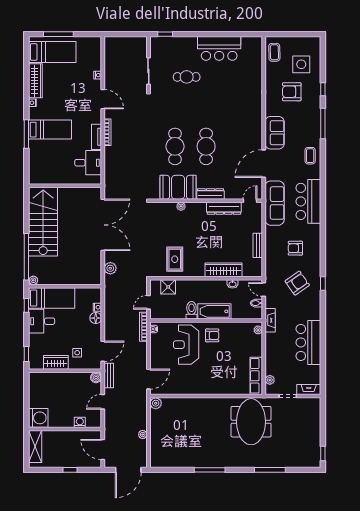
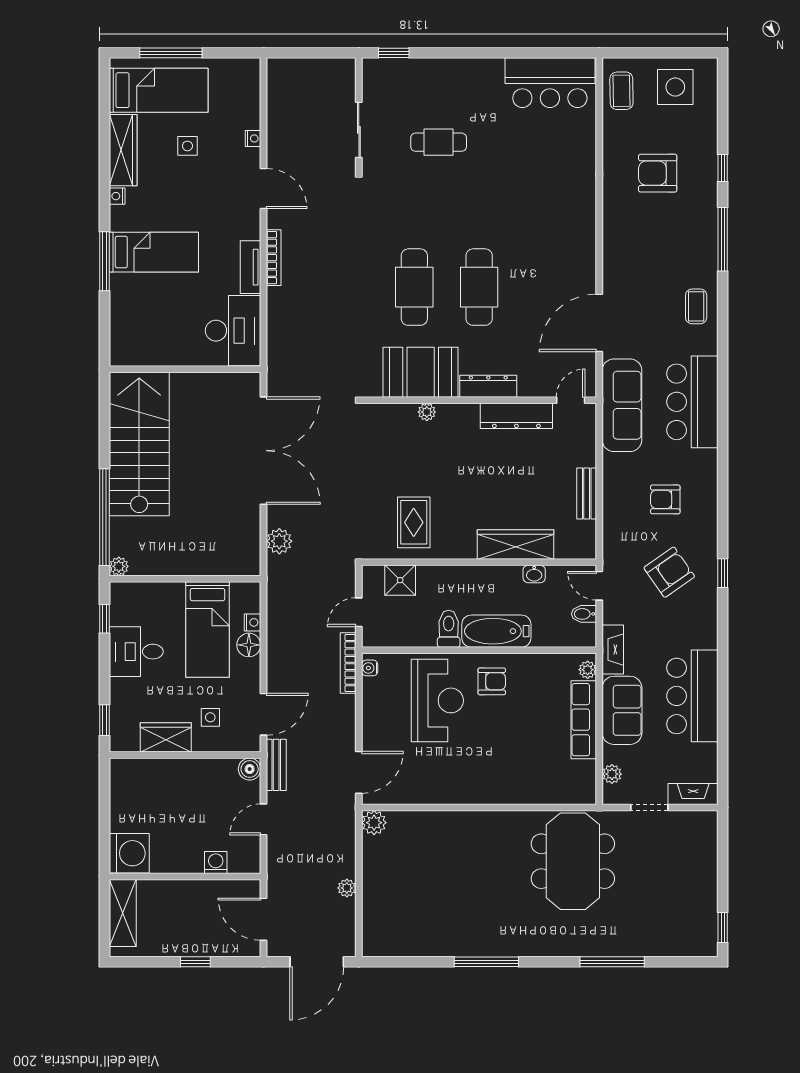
bar counter: (219, 48) -> (550, 83), moved
side table: (301, 64) -> (675, 87), moved
side table: (66, 79) -> (187, 146), added
sofa: (275, 133) -> (622, 710), moved
desk: (88, 163) -> (233, 331), width x1.37
bed: (52, 298) -> (207, 630), moved, turned 90
reception desk: (186, 345) -> (437, 700), turned 180
row of seats: (256, 376) -> (584, 720), moved

